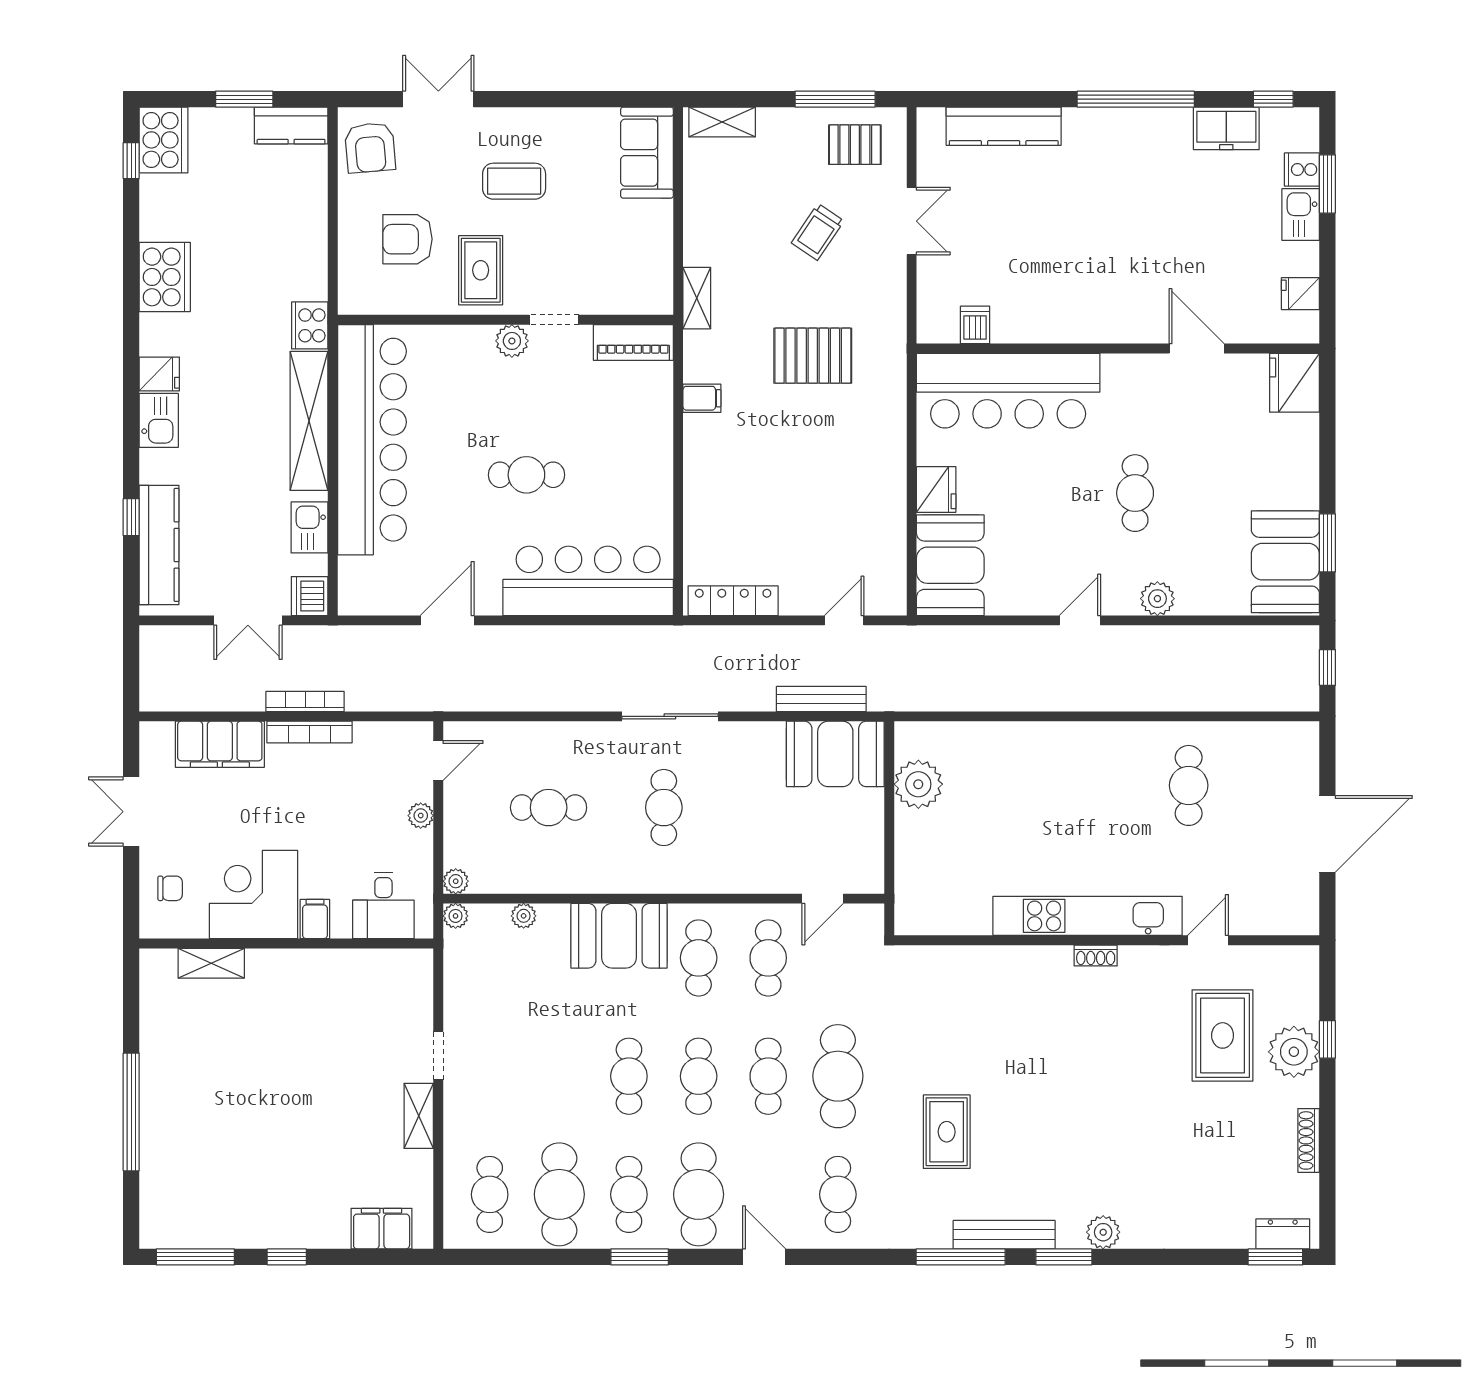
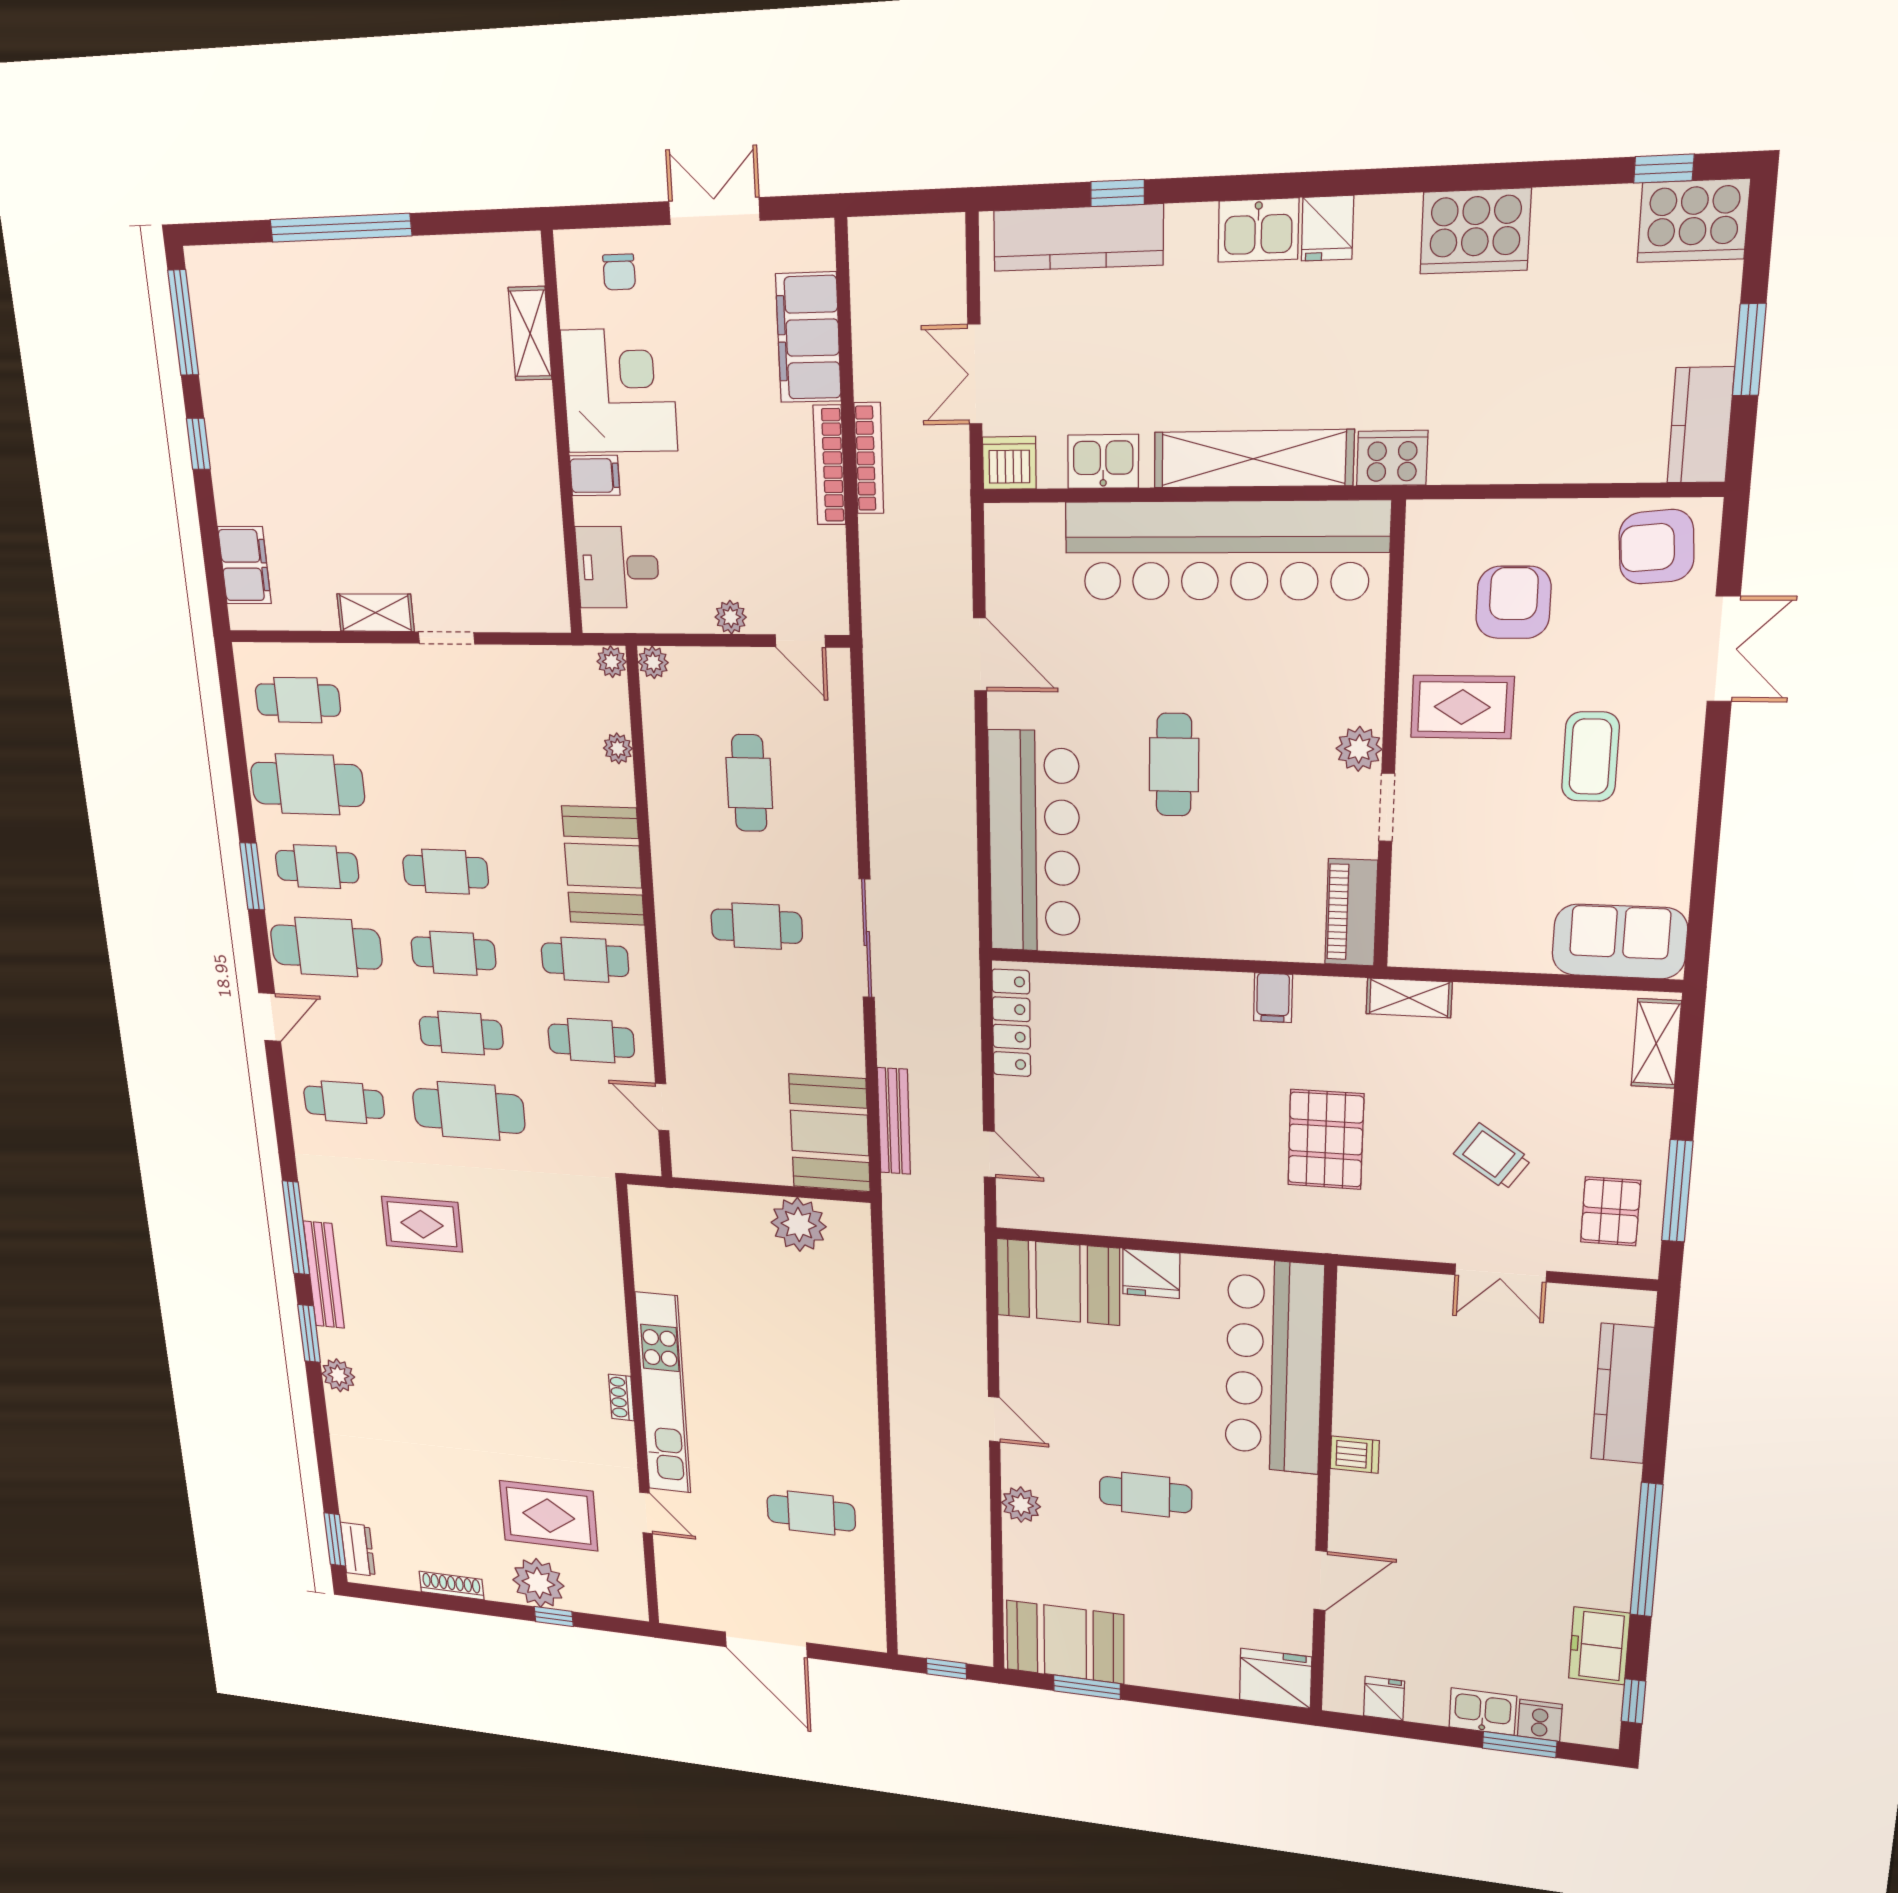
dishwasher: (975, 325) -> (1355, 1455), moved

